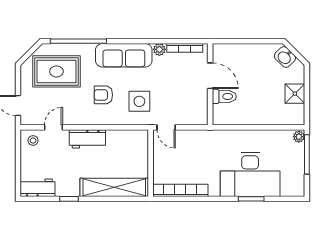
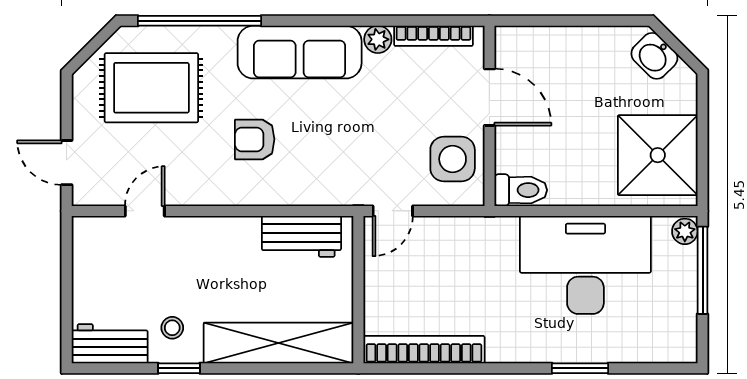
shower: (295, 94) -> (658, 155), width x1.86, depth x1.86
toilet: (224, 96) -> (521, 190), moved
side table: (139, 101) -> (453, 159), moved
door: (166, 127) -> (393, 211), hinge flipped
workbench: (87, 139) -> (301, 236), moved
stool: (33, 140) -> (172, 328), moved
desk: (250, 174) -> (585, 265), moved, turned 180

